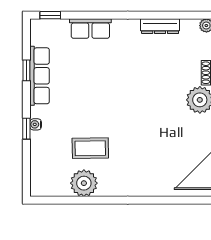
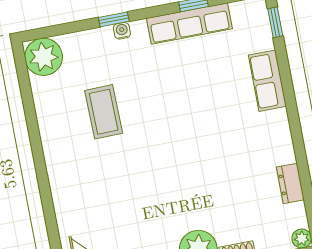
dresser: (160, 26) -> (290, 183), width x0.70
plant: (84, 183) -> (44, 57), moved

